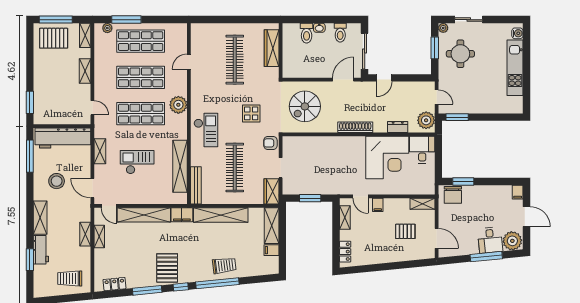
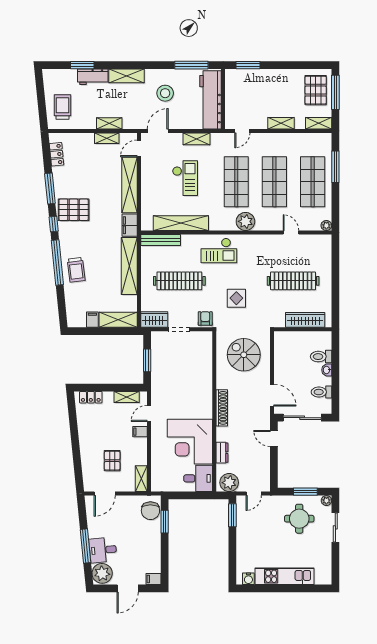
plant: (107, 28) -> (326, 225), moved
water cooler: (517, 33) -> (248, 579), moved
chair: (453, 195) -> (150, 511), turned -90

